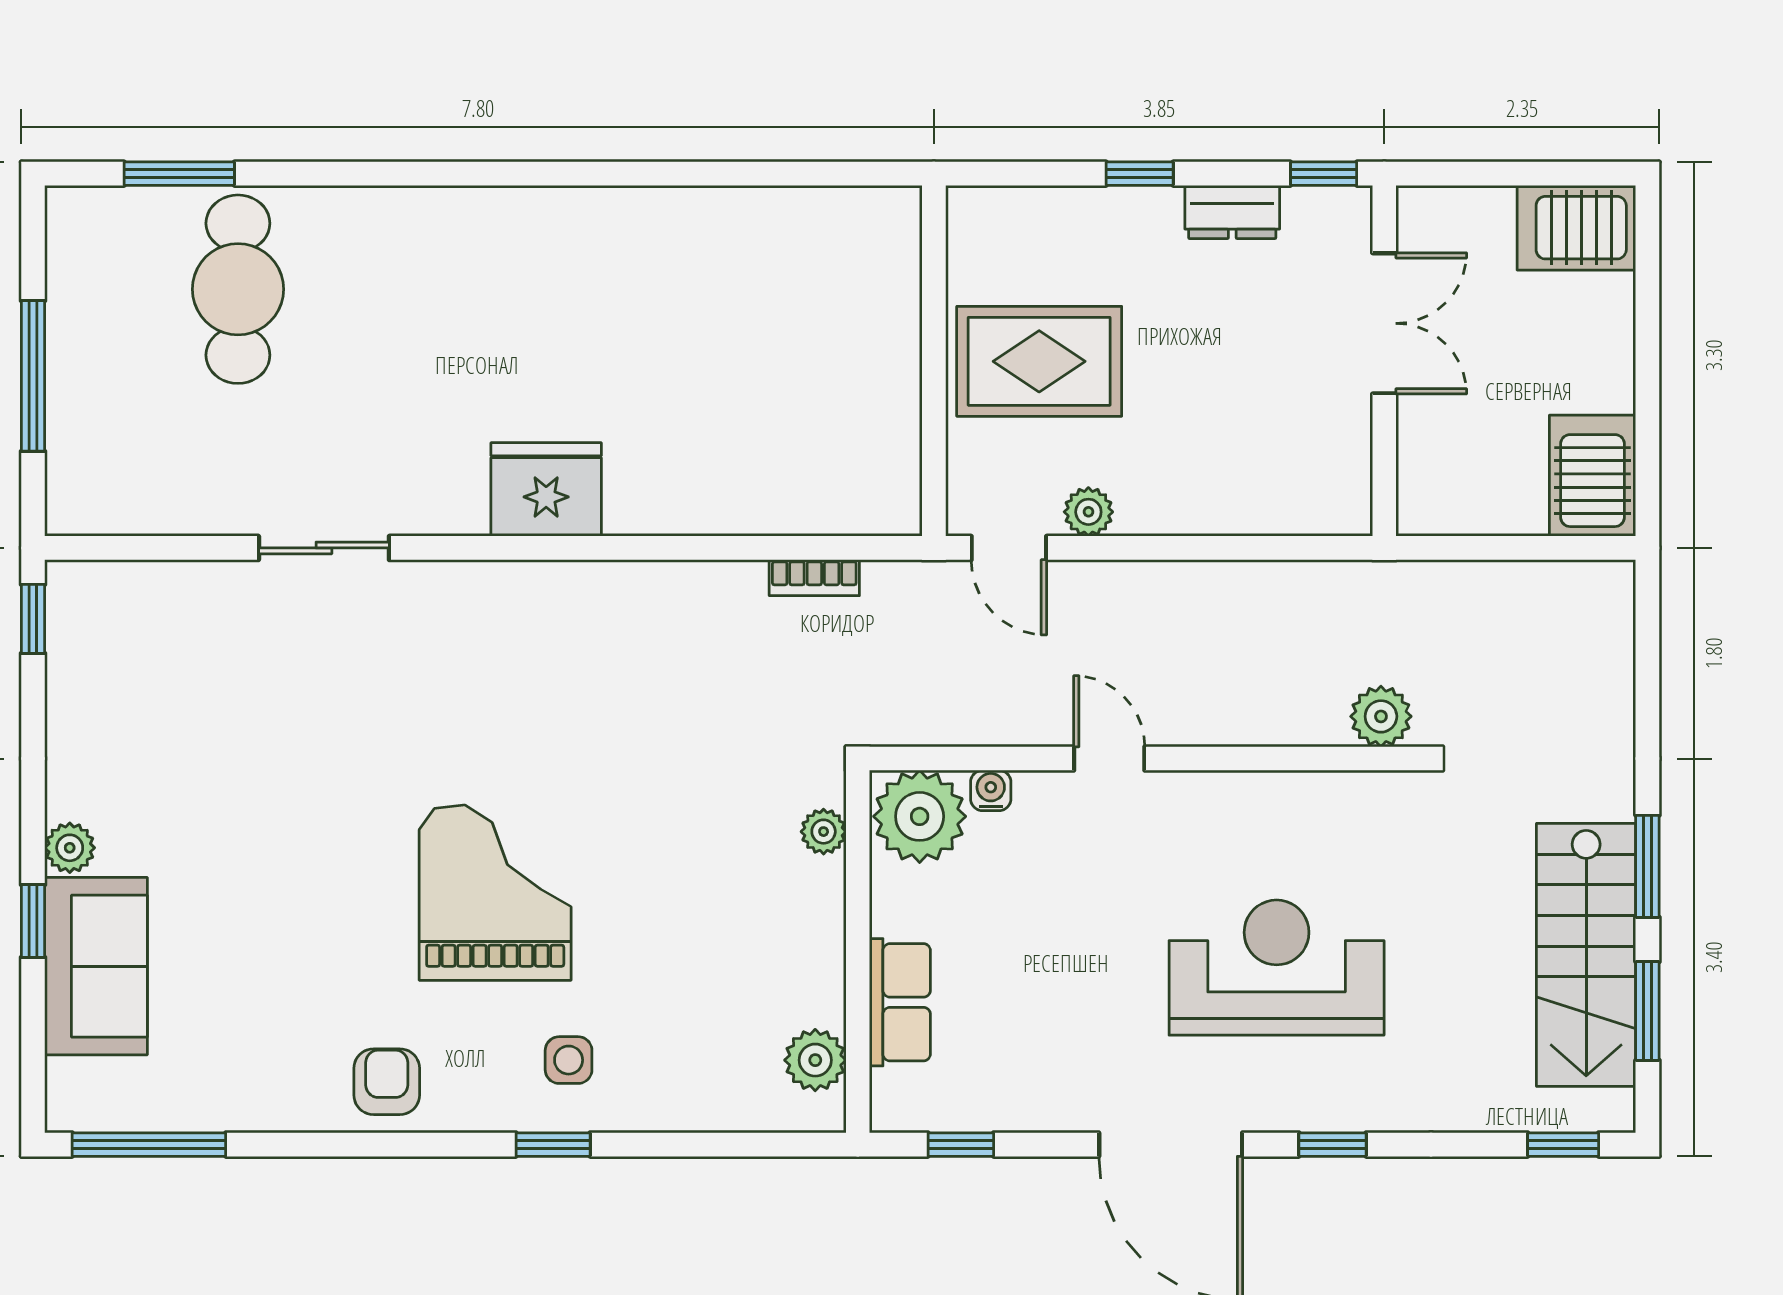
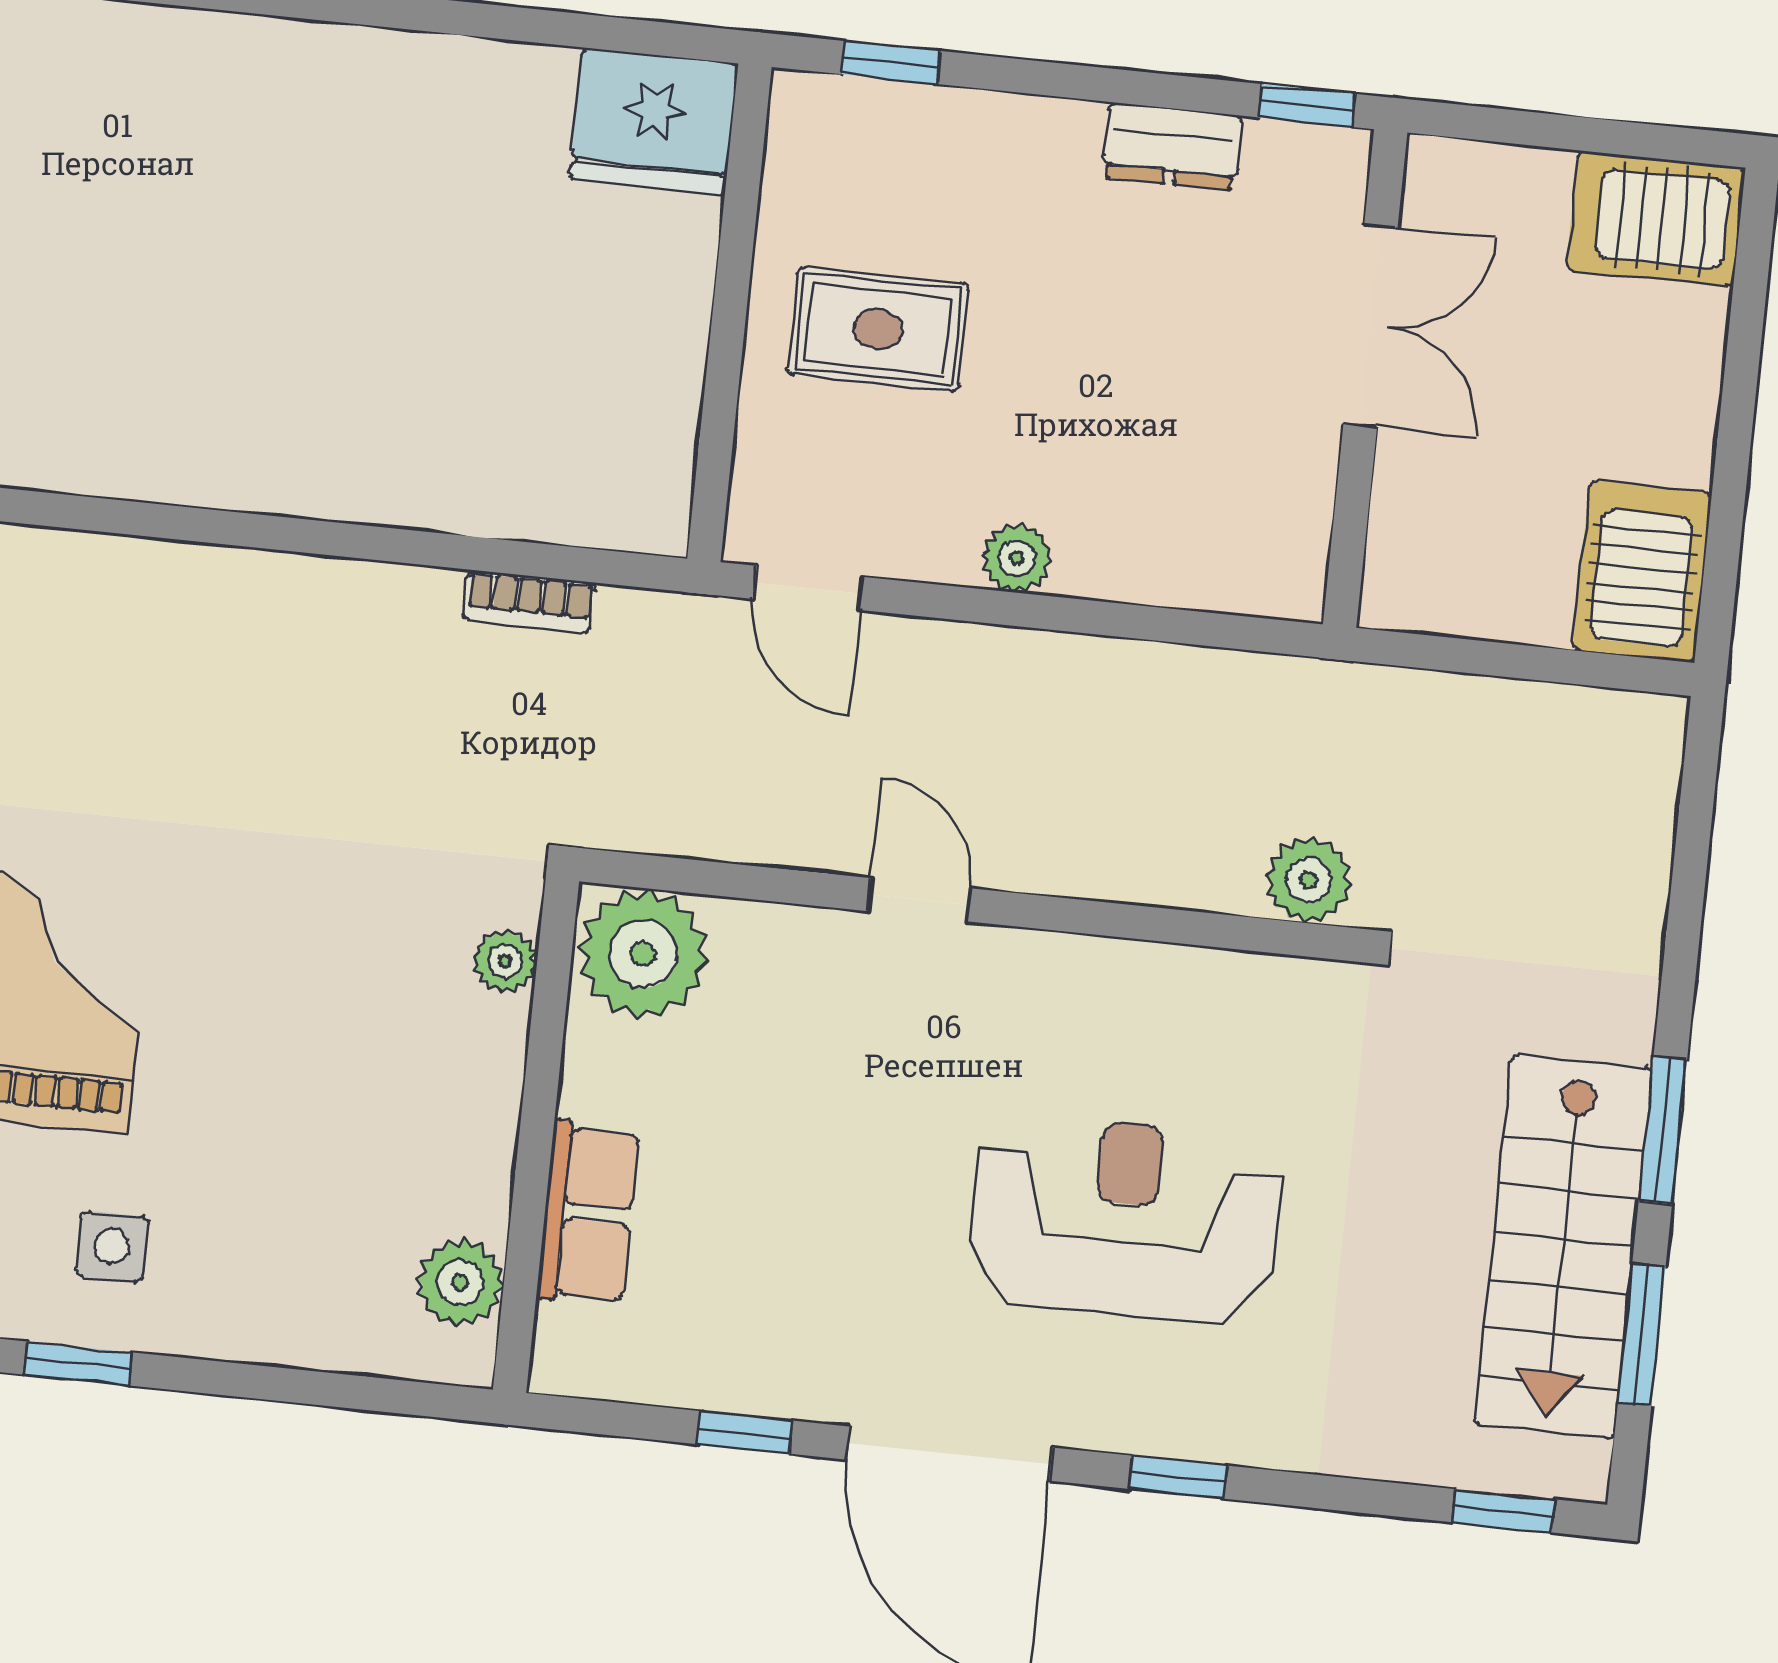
window: (1140, 174) -> (891, 63), moved
rug: (1039, 361) -> (878, 329), width x0.73, depth x0.70
fridge: (546, 489) -> (654, 121), moved, turned 180
plant: (1088, 512) -> (1017, 558), moved
water cooler: (991, 790) -> (747, 928), removed
window: (961, 1145) -> (745, 1432), moved

